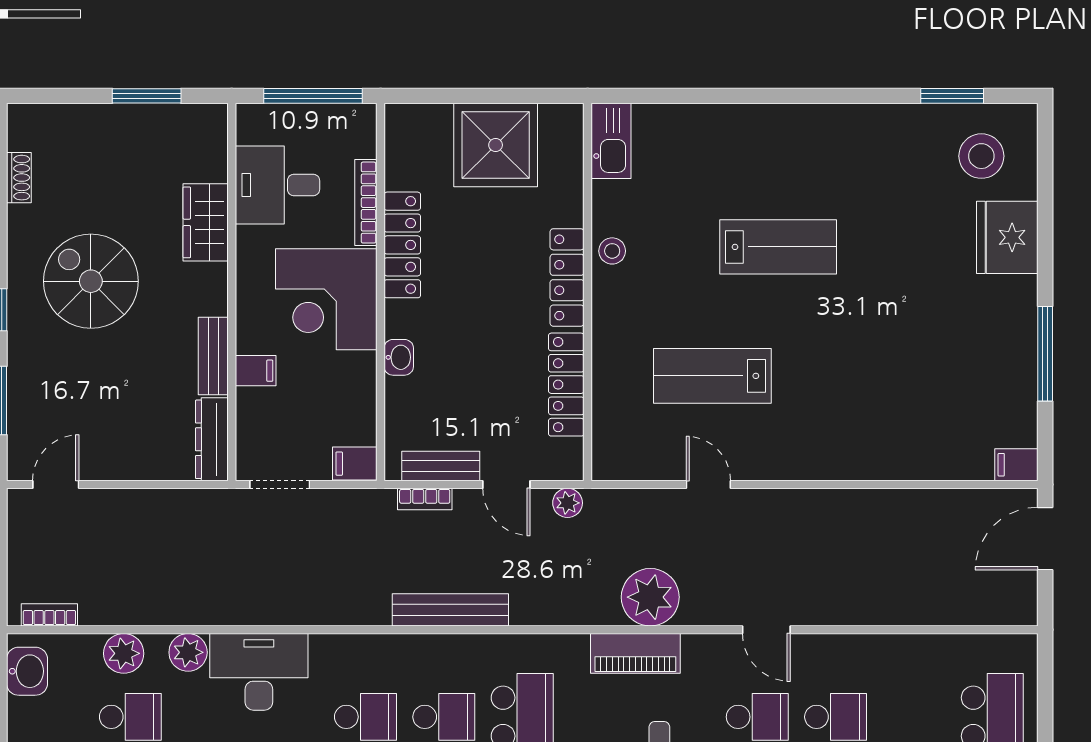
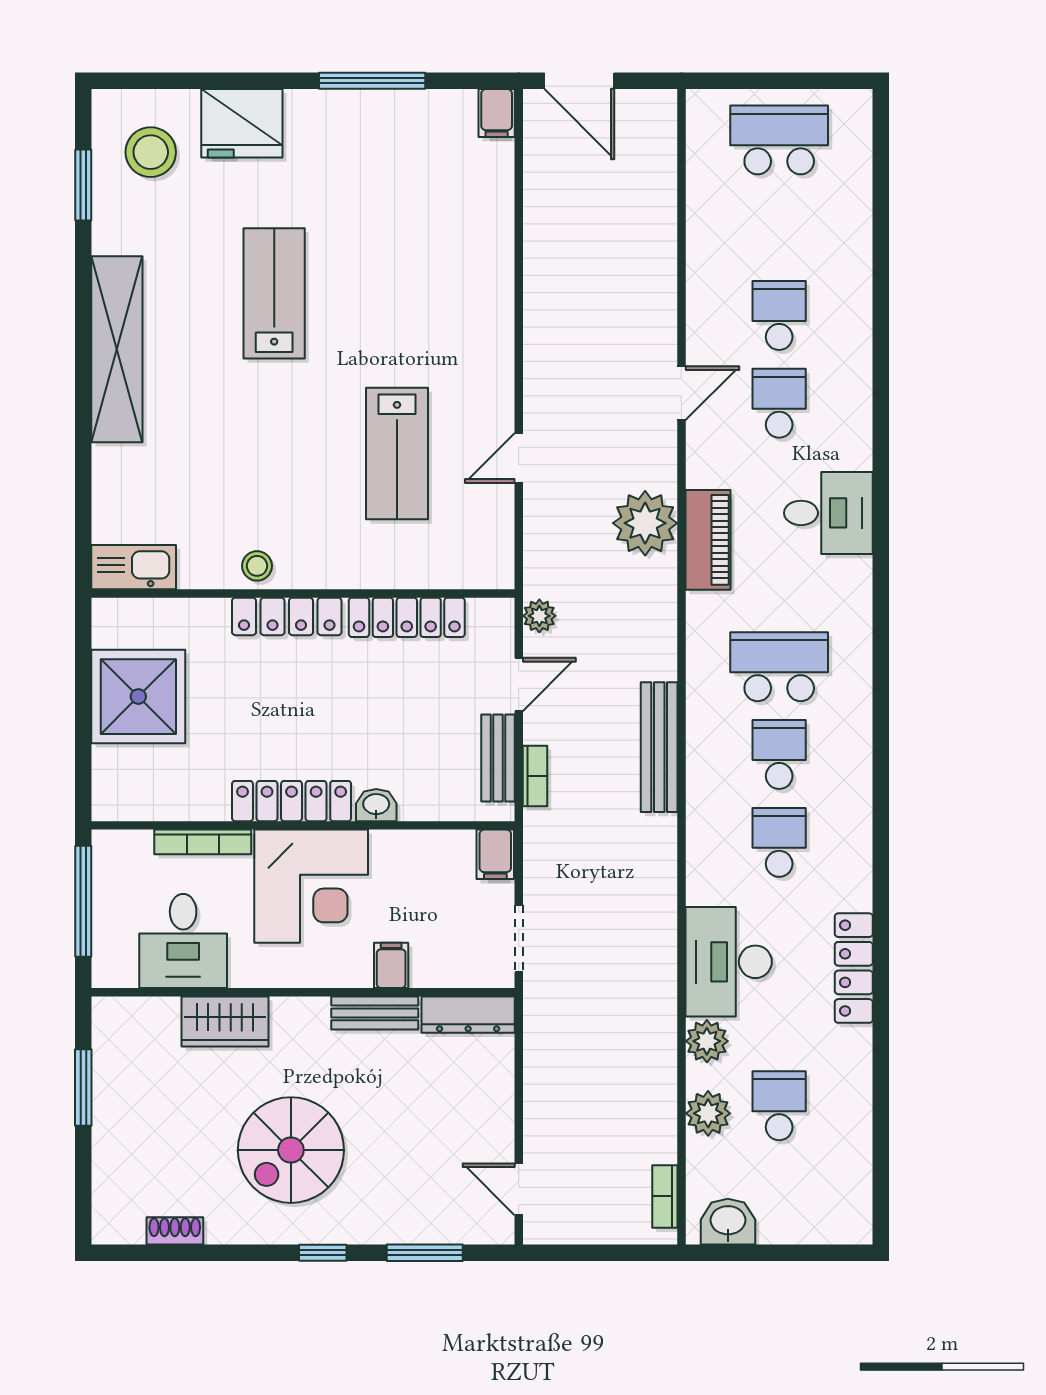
shelving: (805, 126) -> (117, 349), added
locker: (402, 245) -> (292, 801), moved
lab bench: (778, 247) -> (274, 293), moved

